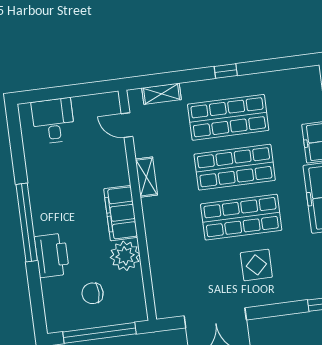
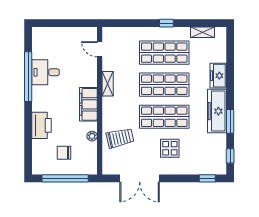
shelving: (162, 94) -> (202, 32), moved
desk: (53, 121) -> (45, 72), moved, turned -90
window: (27, 222) -> (28, 77), moved
plant: (125, 256) -> (92, 136), width x0.53, depth x0.53
trolley: (177, 259) -> (120, 138), added

